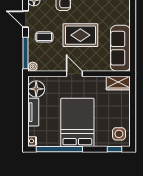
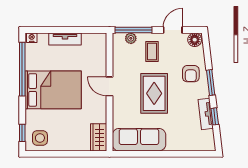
plant: (33, 67) -> (131, 38), moved
door: (74, 74) -> (109, 86), swing flipped
floor lamp: (36, 89) -> (92, 42), removed

